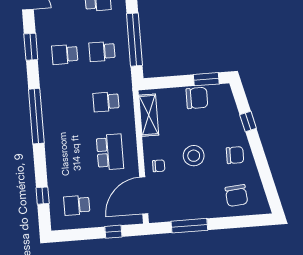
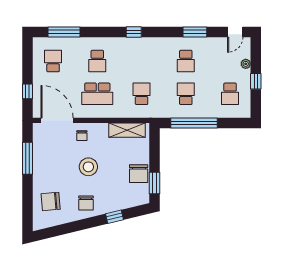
school desk: (65, 54) -> (186, 61), turned 180
window: (36, 116) -> (134, 32), width x0.32
school desk: (73, 155) -> (97, 61), added
window: (43, 196) -> (64, 32), width x2.17

